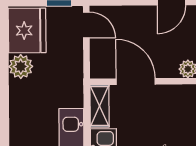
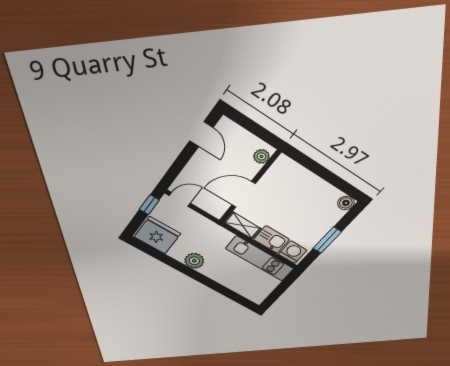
plant: (21, 67) -> (194, 261), moved

